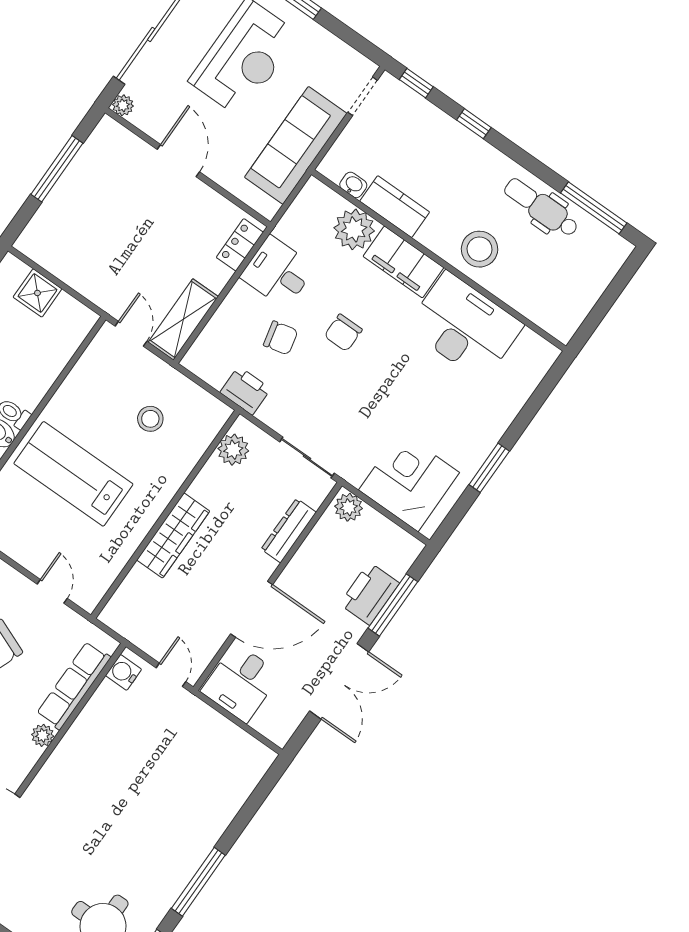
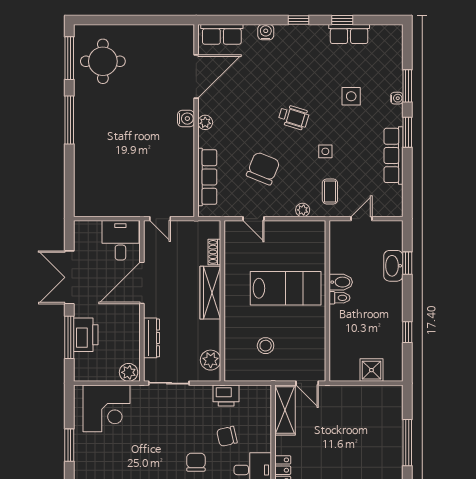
shoe rack: (132, 584) -> (214, 252), added
water cooler: (123, 672) -> (186, 119), moved
plant: (43, 735) -> (205, 122), moved

